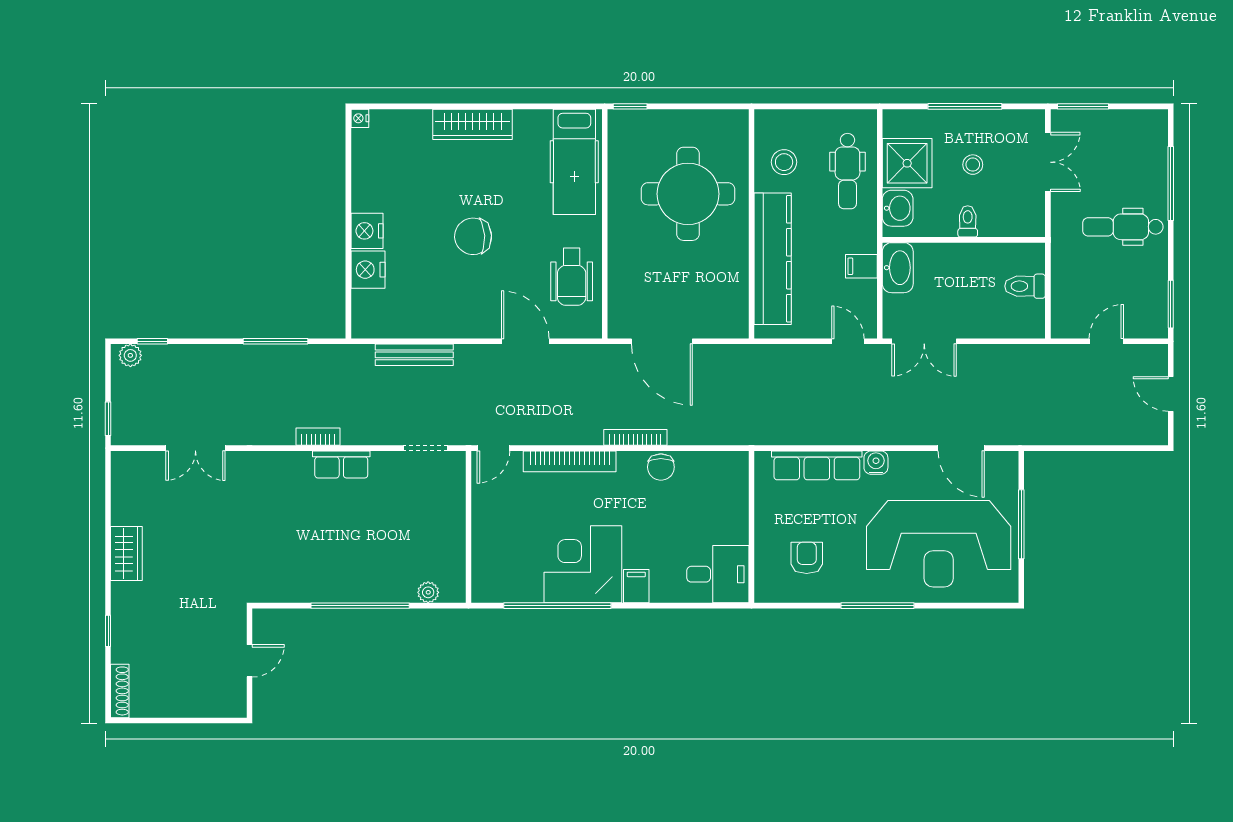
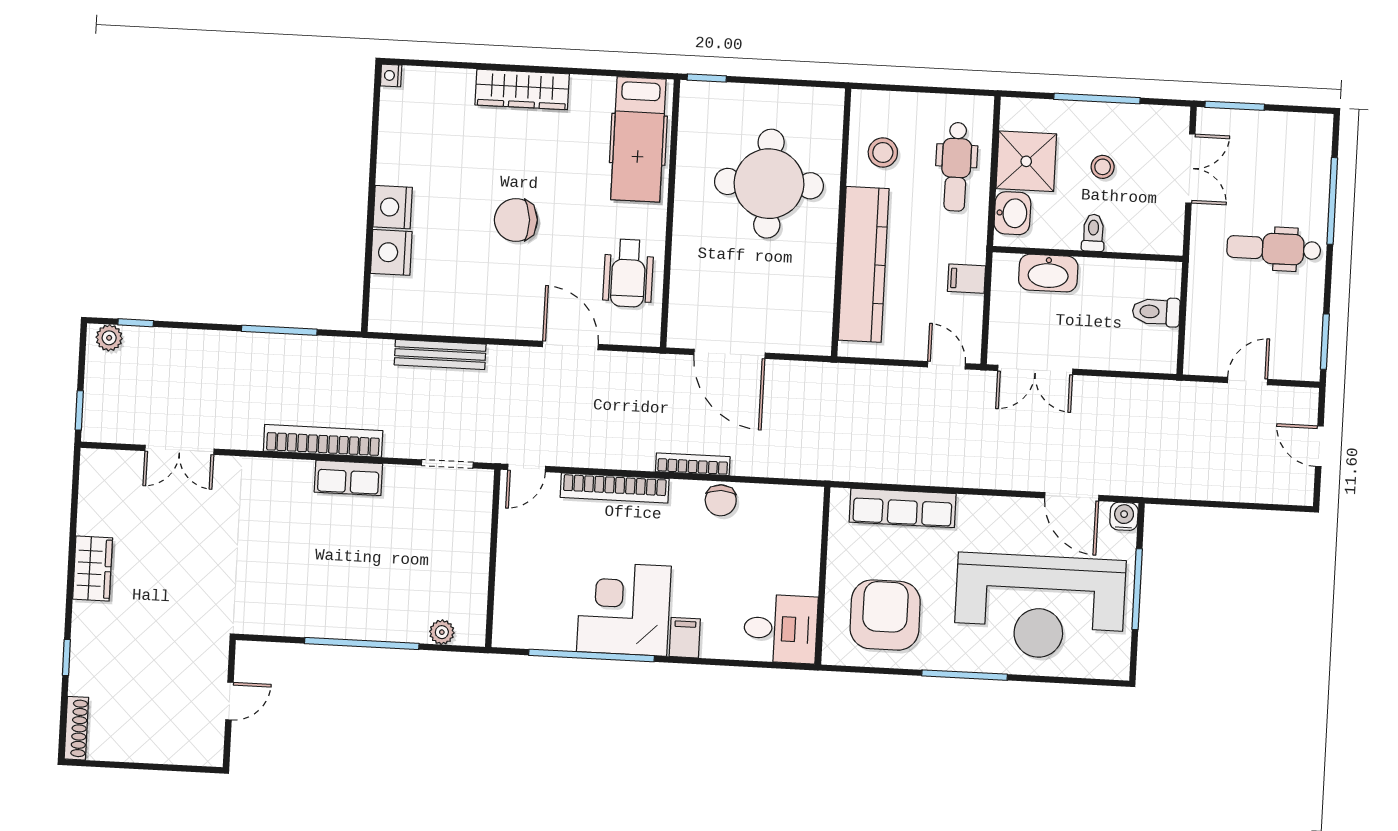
washbasin: (898, 268) -> (1048, 273), moved, turned 90
bookcase: (318, 437) -> (323, 441), width x2.31, depth x1.31
water cooler: (876, 463) -> (1124, 516), moved
armchair: (807, 558) -> (885, 615), width x1.88, depth x1.88

